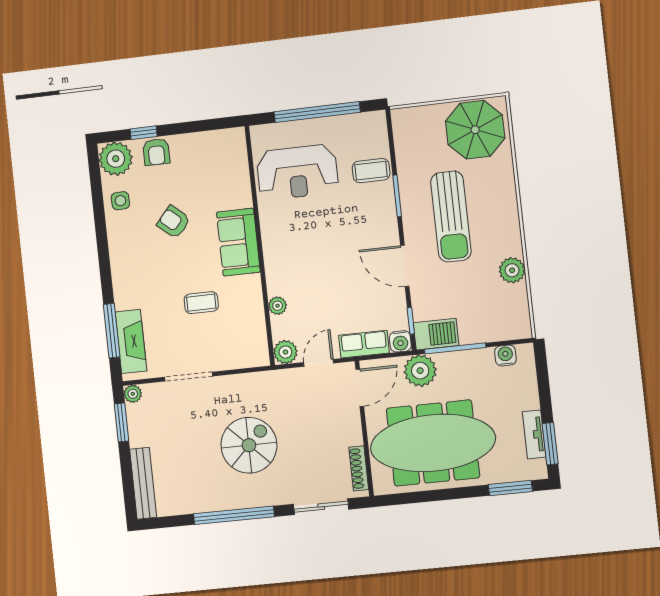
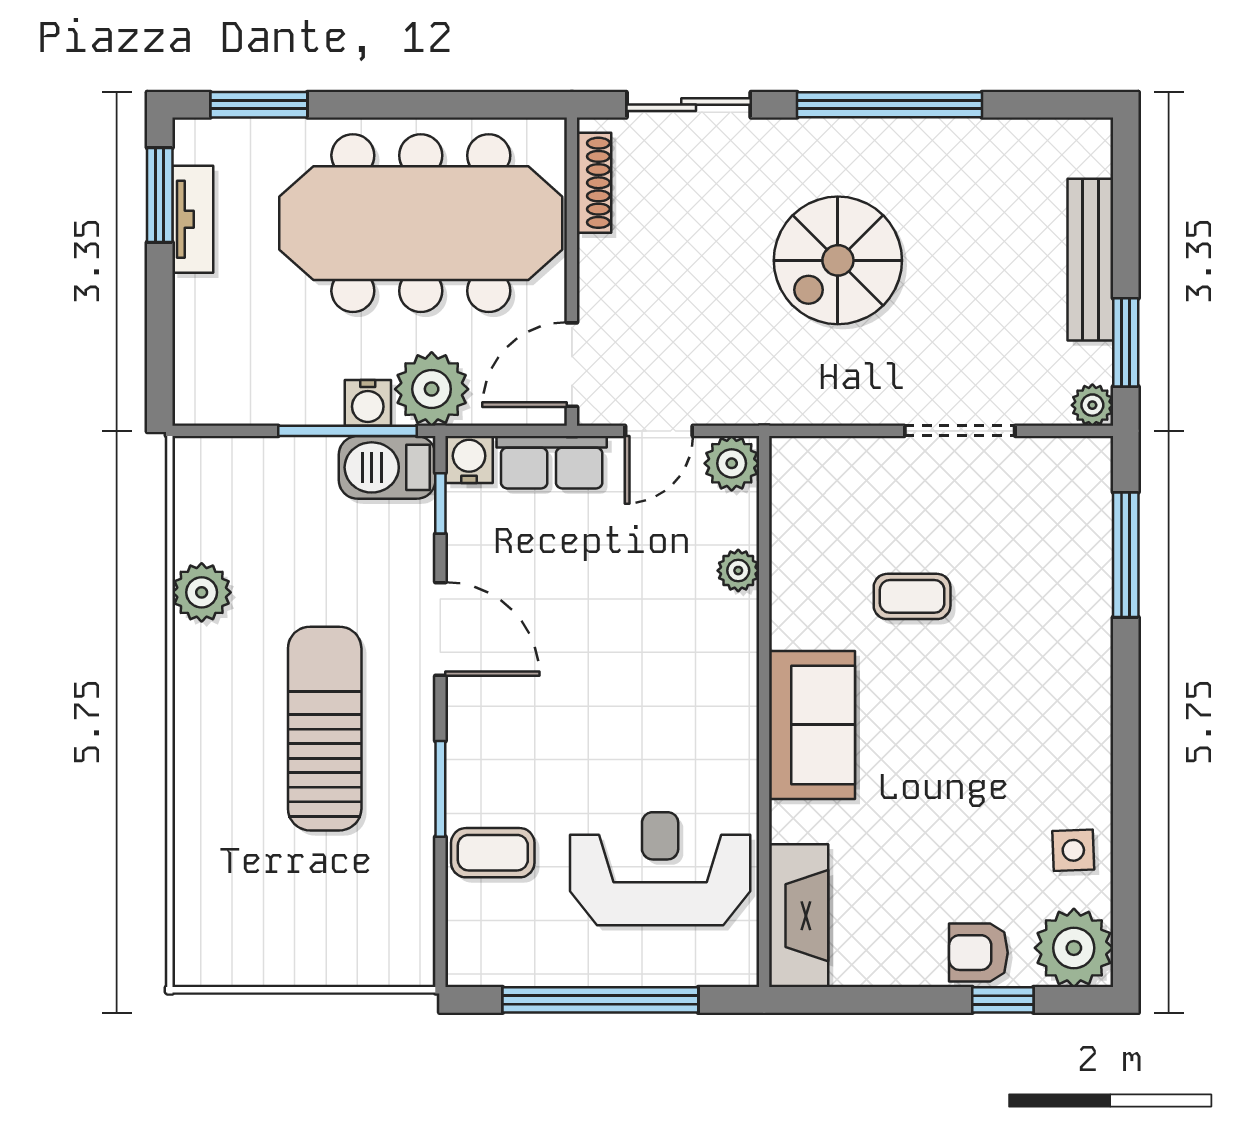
parasol: (475, 130) -> (249, 918), removed
armchair: (156, 152) -> (978, 953), turned -90
armchair: (174, 222) -> (956, 788), removed
fireplace: (131, 341) -> (799, 916), moved, turned 180
water cooler: (505, 355) -> (368, 403), moved
bench: (143, 483) -> (1090, 260), moved

